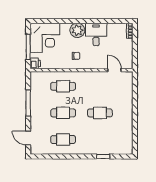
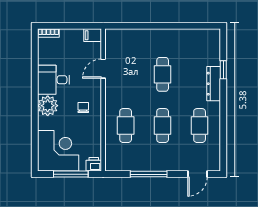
filing cabinet: (128, 63) -> (93, 35), added
door: (114, 70) -> (103, 69), moved
dresser: (93, 150) -> (214, 84), added

